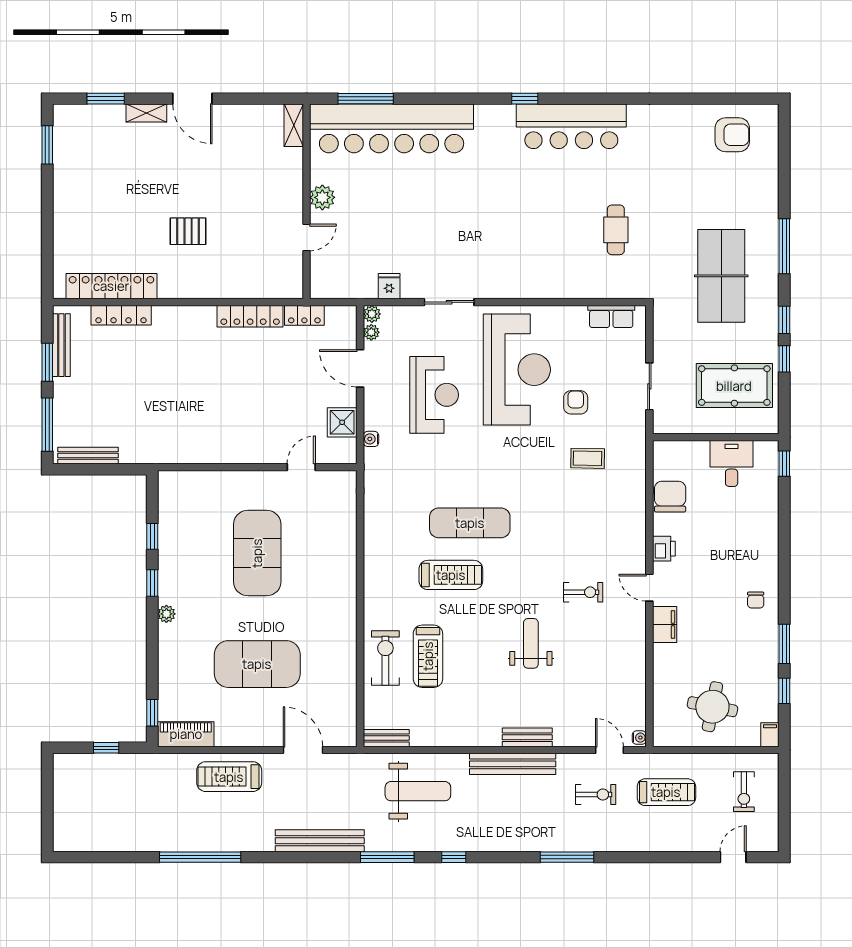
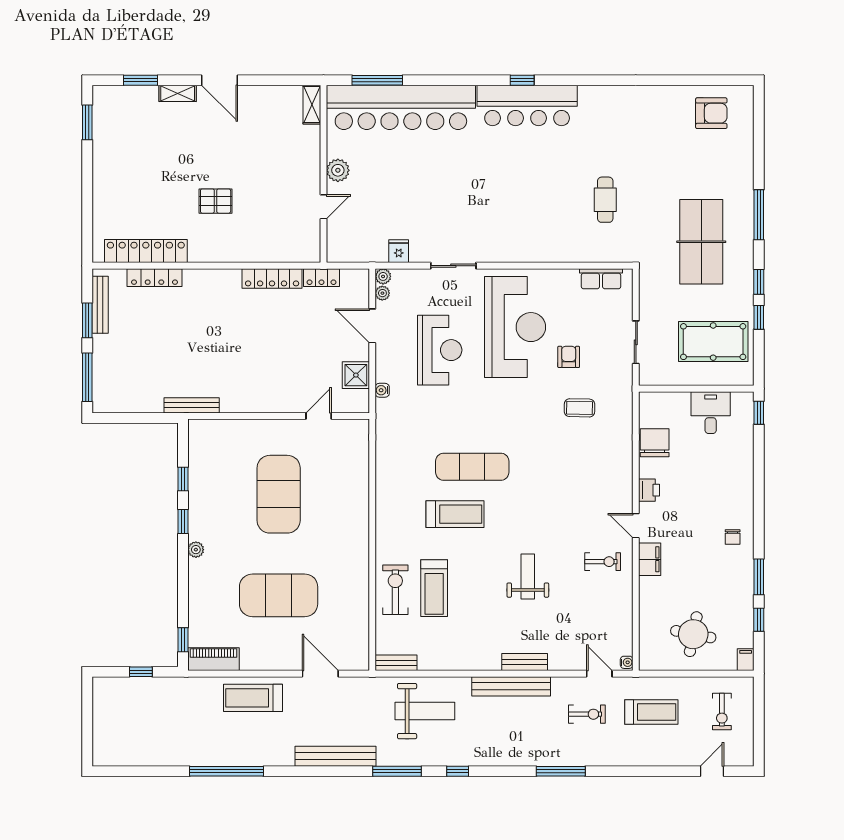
bar counter: (571, 126) -> (527, 105), moved
bench: (88, 456) -> (192, 405), moved
exercise bike: (583, 592) -> (603, 562), moved

